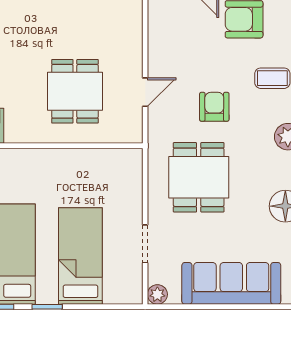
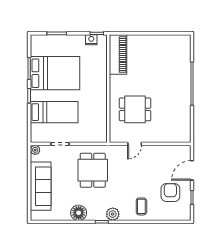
door: (145, 92) -> (135, 144), hinge flipped
armchair: (214, 107) -> (127, 178), removed
dining table: (199, 177) -> (93, 170), turned 90

